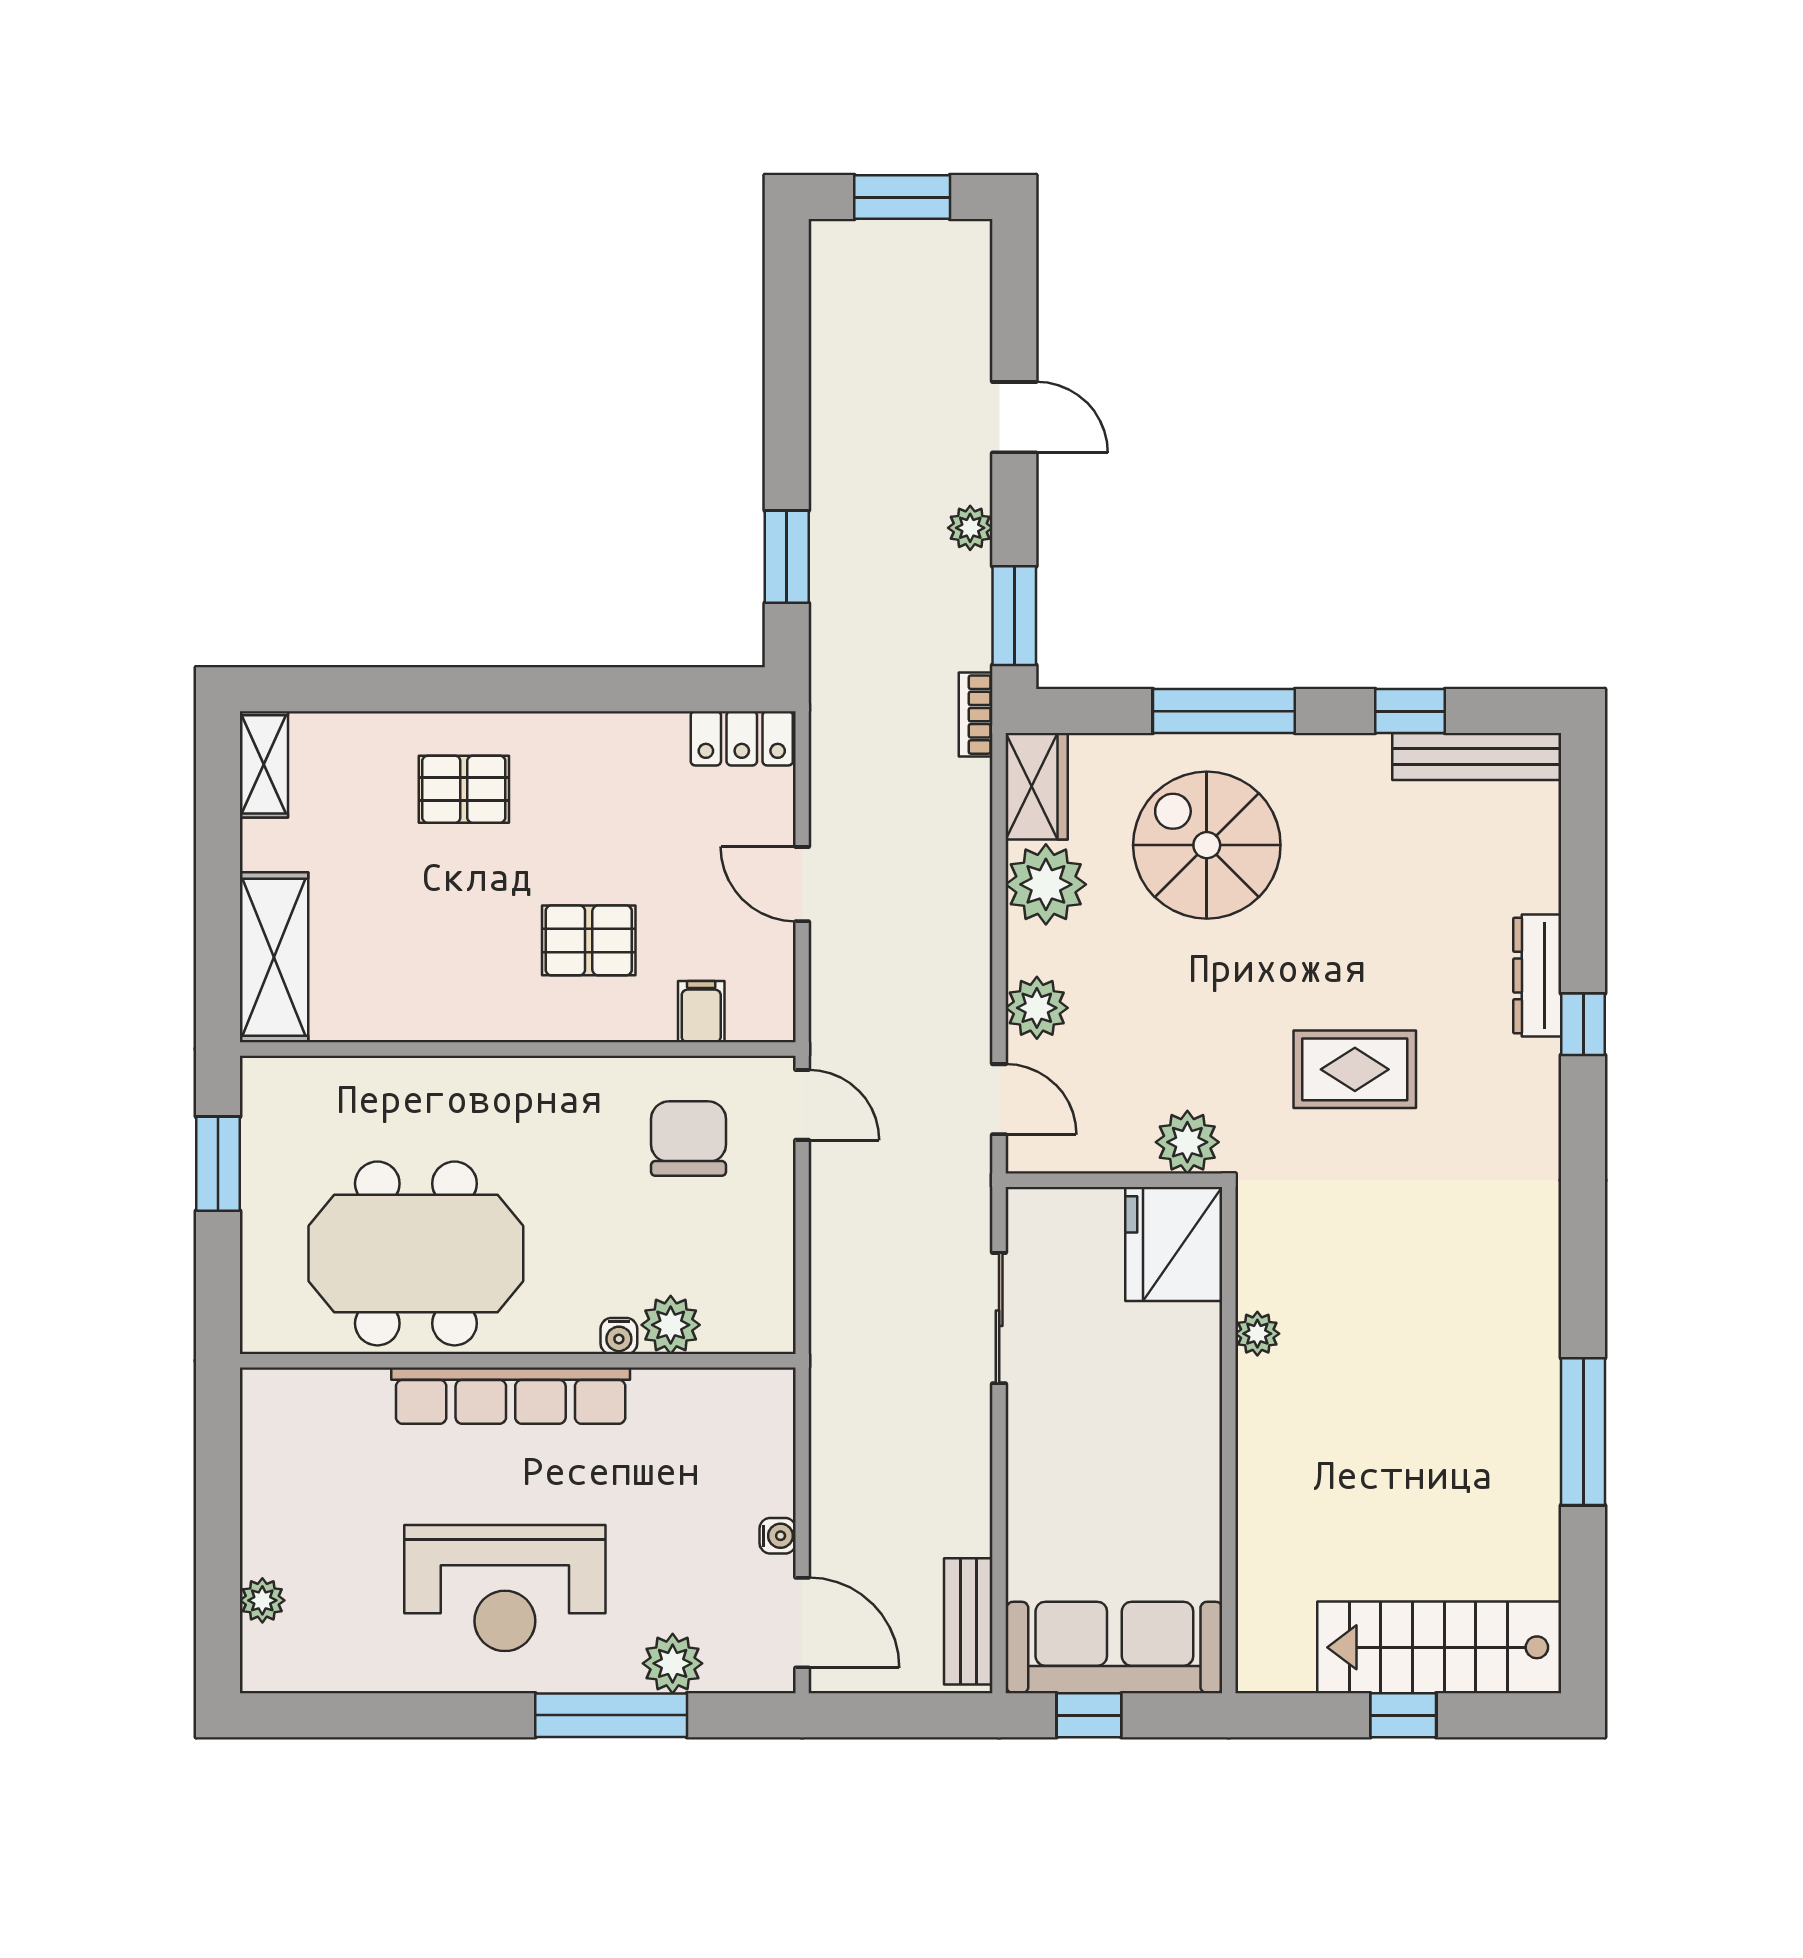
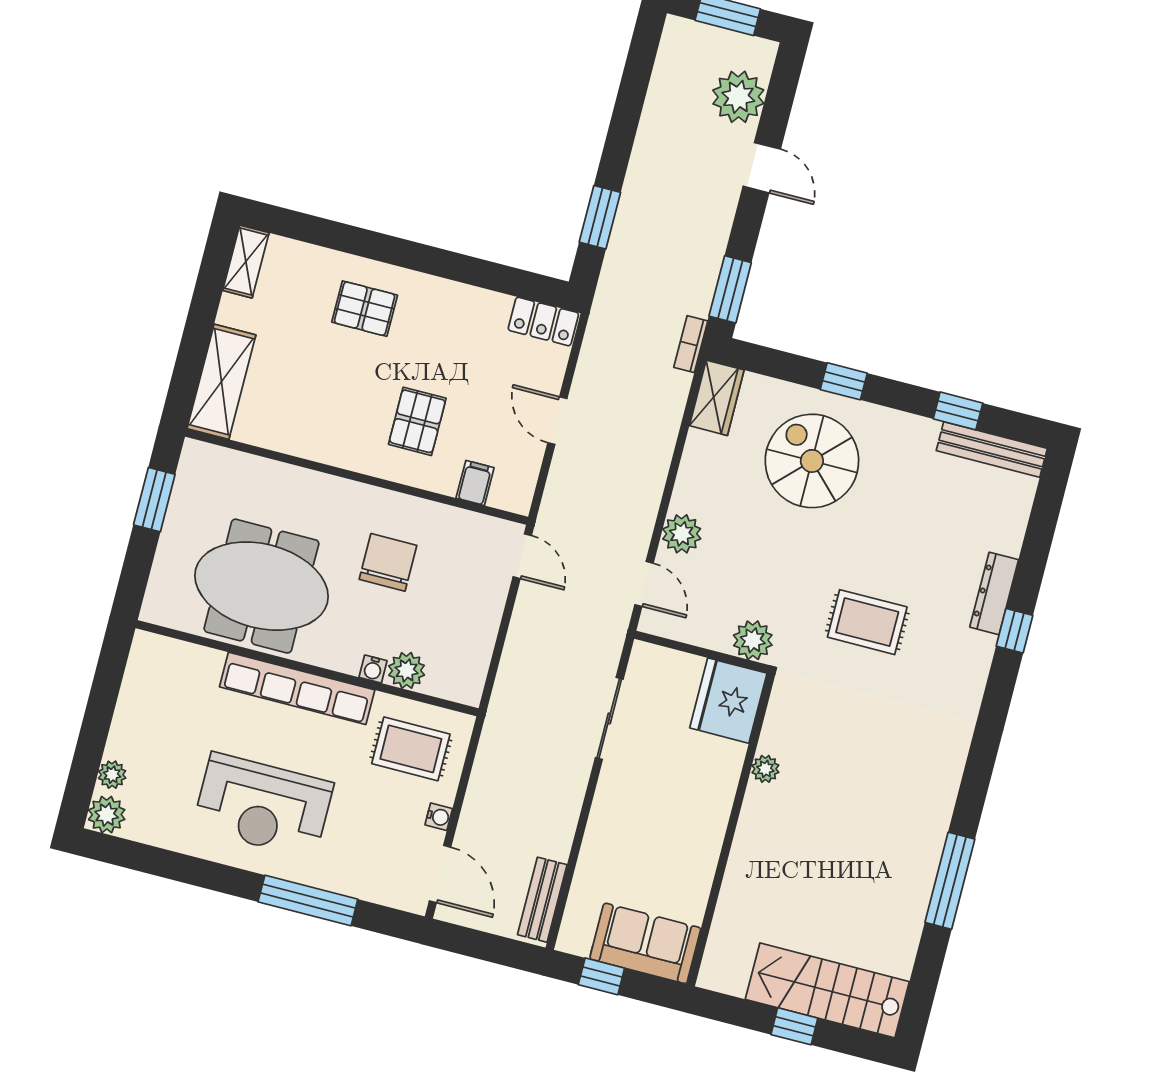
plant: (970, 528) -> (738, 97), moved, width x1.88, depth x1.88
window: (1224, 711) -> (844, 381), width x0.46
plant: (1046, 884) -> (707, 459), removed
pallet: (589, 940) -> (417, 421), turned 90
chair: (688, 1138) -> (388, 562), moved
rug: (708, 1443) -> (411, 749), added
sofa: (1114, 1647) -> (645, 943), width x0.73
plant: (673, 1663) -> (107, 815), moved

